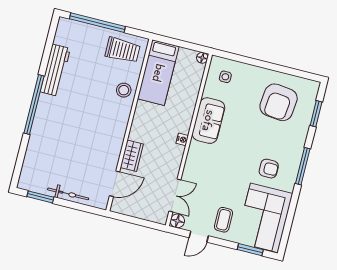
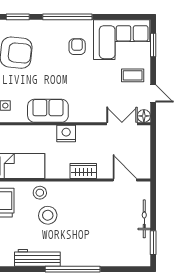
stool: (98, 93) -> (48, 215), added
nightstand: (182, 139) -> (66, 133), width x1.89, depth x1.79
wardrobe: (132, 156) -> (83, 171), moved
window: (303, 166) -> (67, 17), width x1.46

